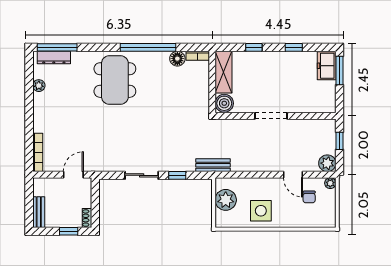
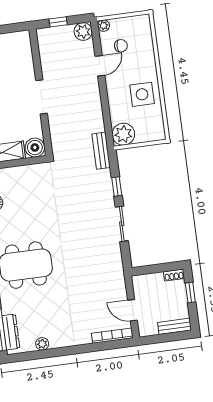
door: (73, 175) -> (132, 310), moved
plant: (226, 200) -> (123, 134), moved

